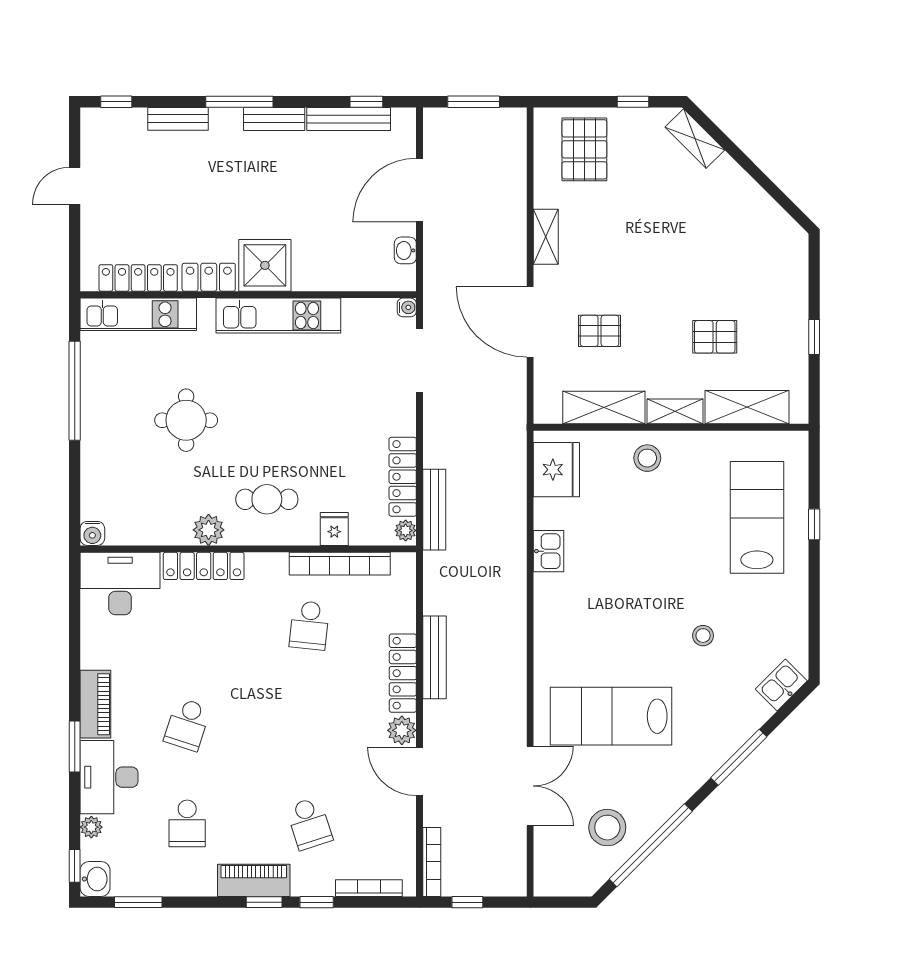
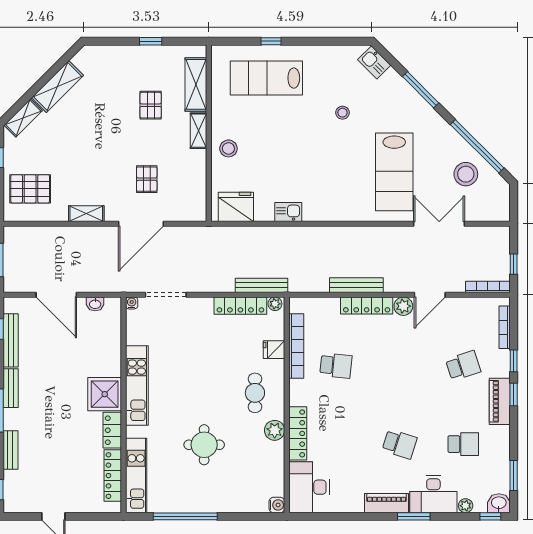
shelving: (604, 408) -> (58, 86), moved, turned 45

